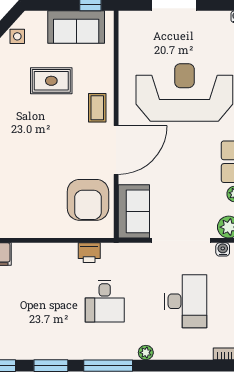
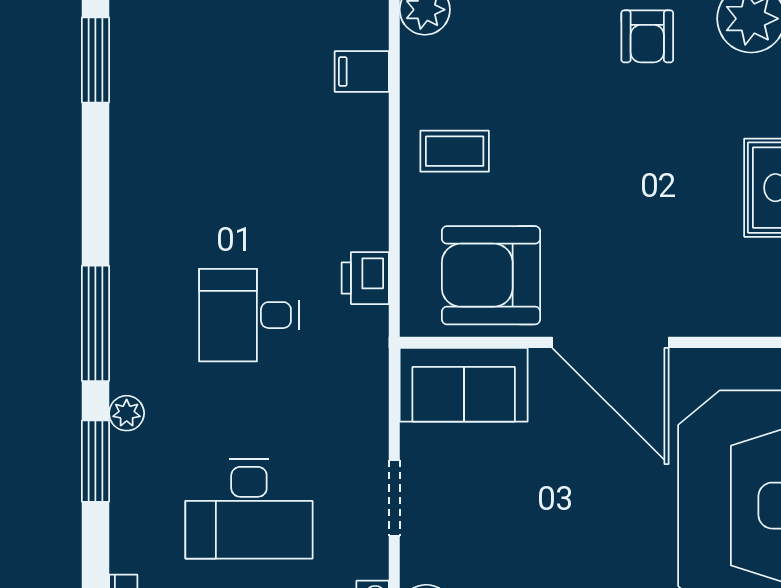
coffee table: (97, 108) -> (455, 151), moved
doorway: (181, 240) -> (394, 498), width x0.53
window: (51, 366) -> (95, 461), moved

